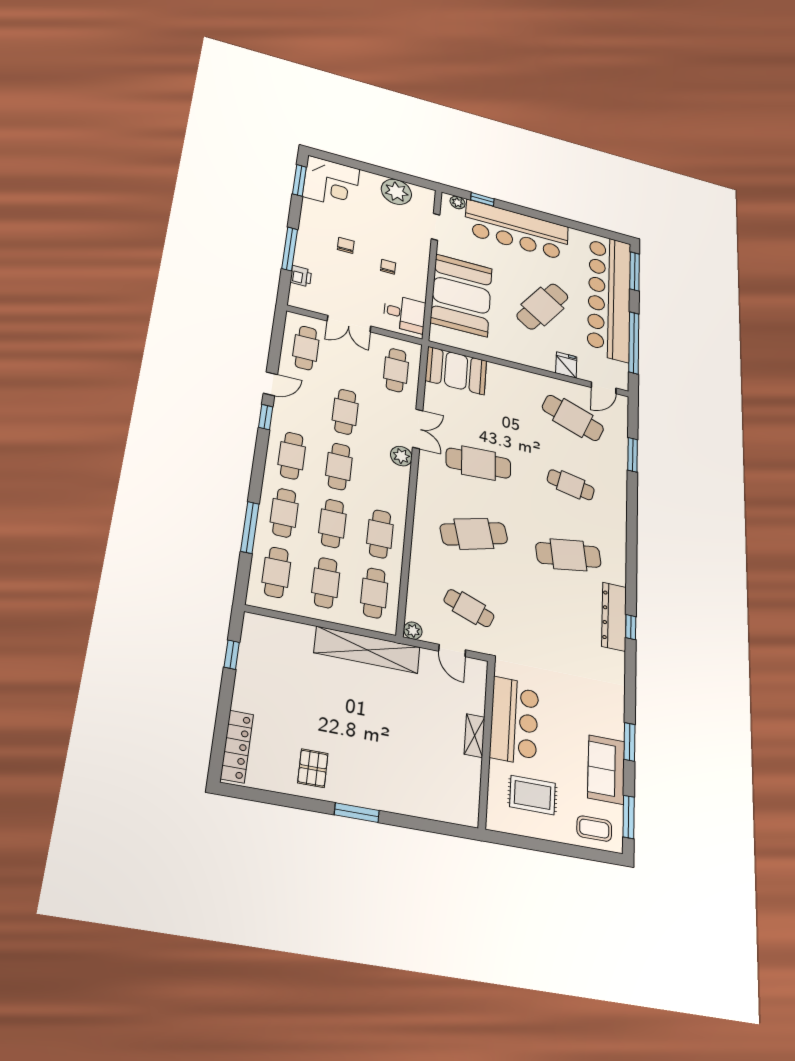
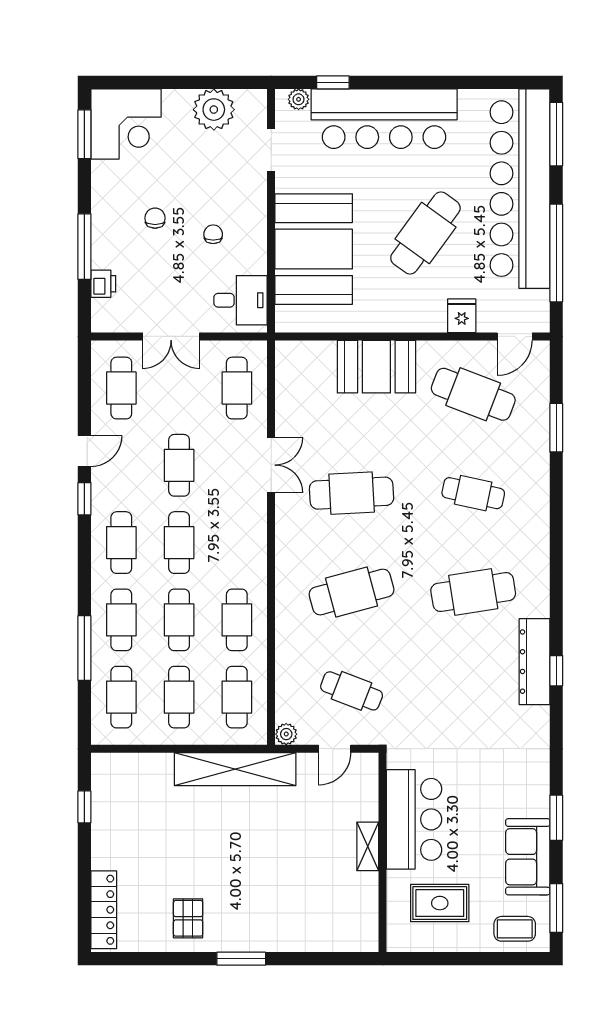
booth: (456, 371) -> (376, 367), moved
plant: (401, 456) -> (254, 509), removed
door: (452, 650) -> (335, 749), hinge flipped

